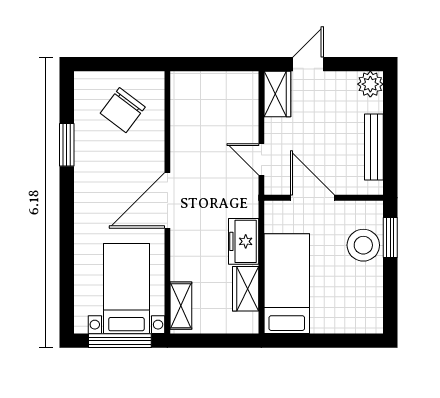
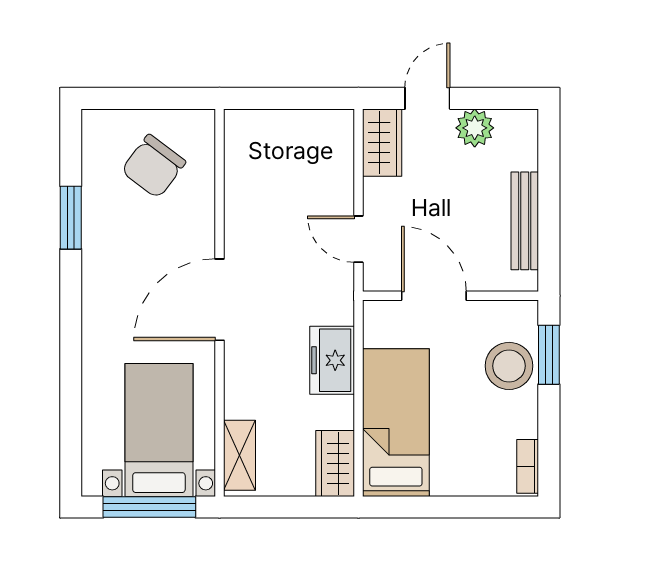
plant: (370, 84) -> (475, 128), moved
wardrobe: (246, 289) -> (335, 463), moved
bookcase: (376, 313) -> (528, 466), added

